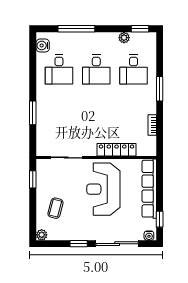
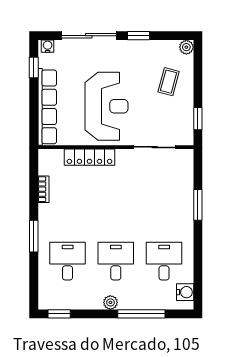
plant: (124, 38) -> (110, 302), moved

